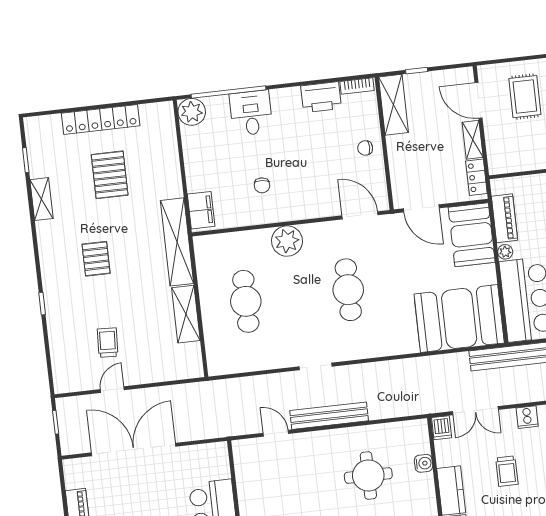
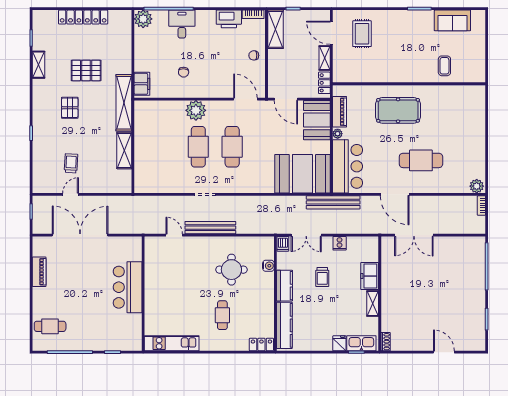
pallet: (110, 175) -> (86, 70), moved, turned 90
cafe table: (246, 301) -> (198, 147), moved

